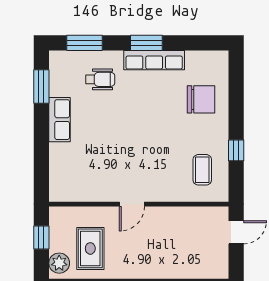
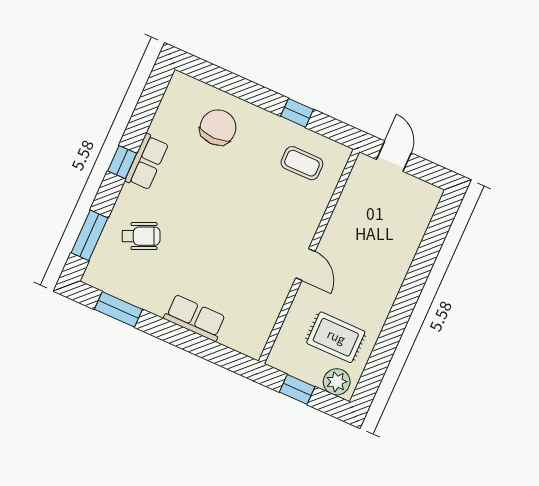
window: (146, 43) -> (122, 162), width x0.67
row of seats: (154, 60) -> (147, 162), width x0.68
wheelchair: (100, 79) -> (141, 236), turned 66
row of seats: (60, 120) -> (195, 318), moved

